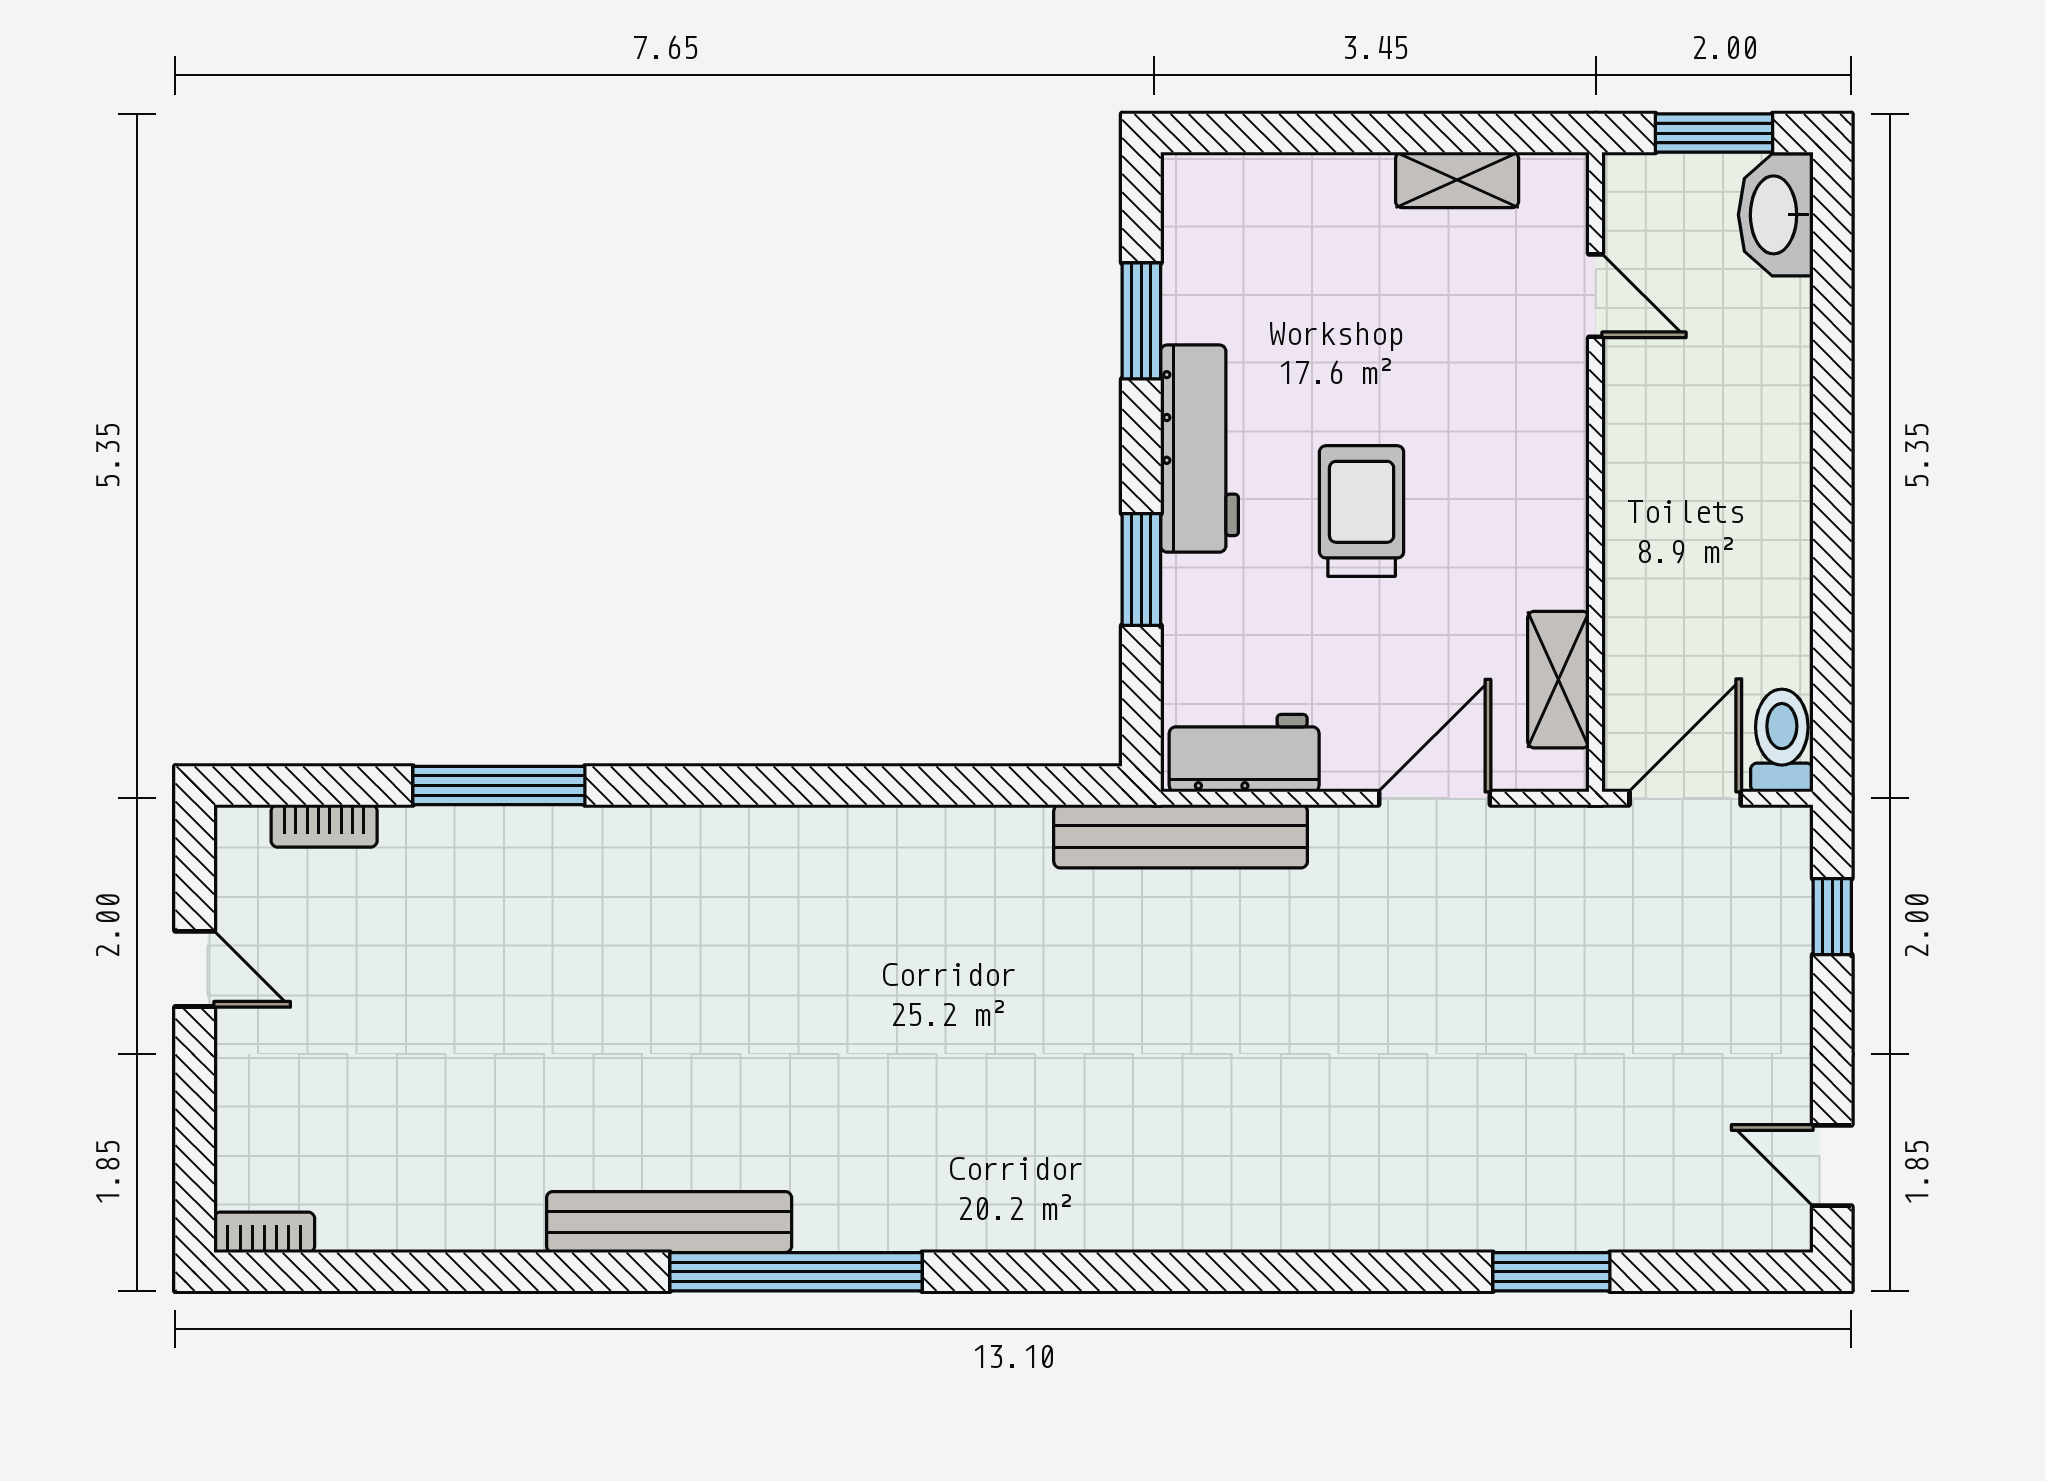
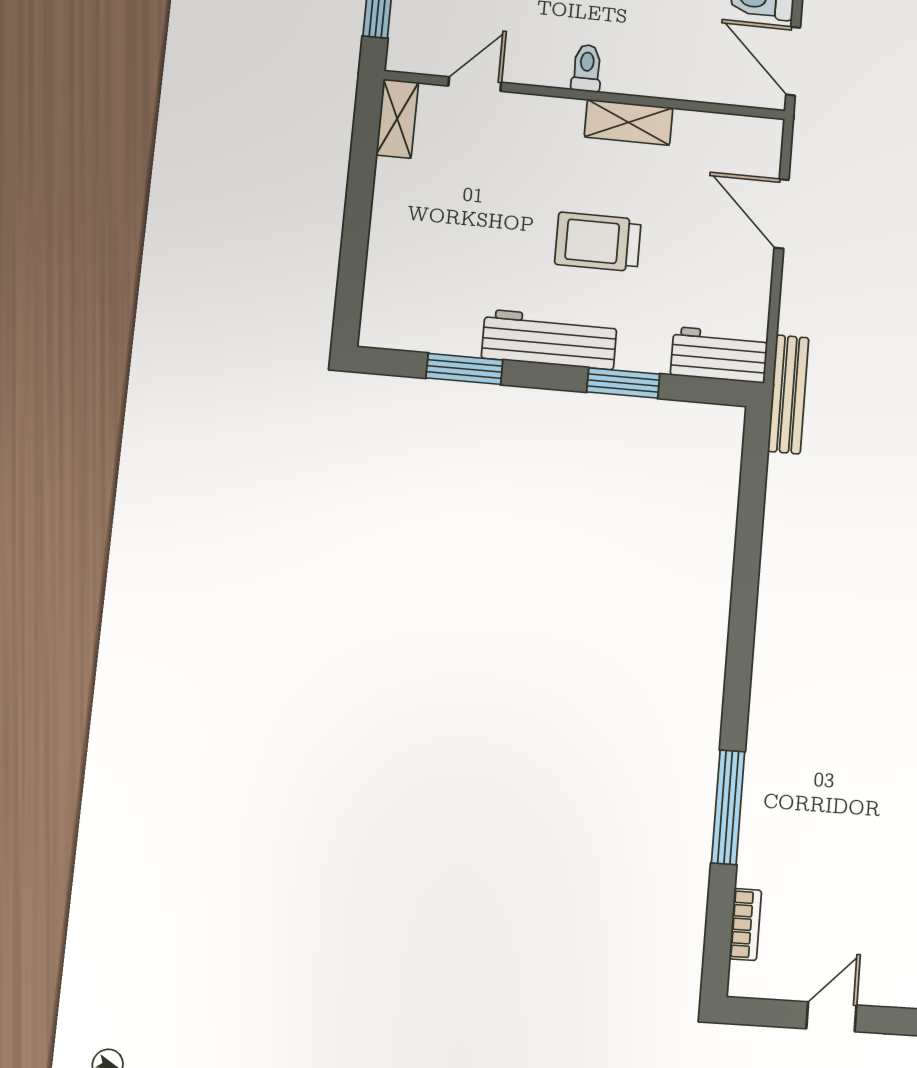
shelving: (1457, 180) -> (397, 119), moved
toilet: (1640, 470) -> (587, 68), added
shelving: (1558, 680) -> (629, 122), moved
workbench: (1244, 753) -> (719, 355), moved, turned 90
bench: (1181, 836) -> (788, 394), width x0.73, depth x0.82

